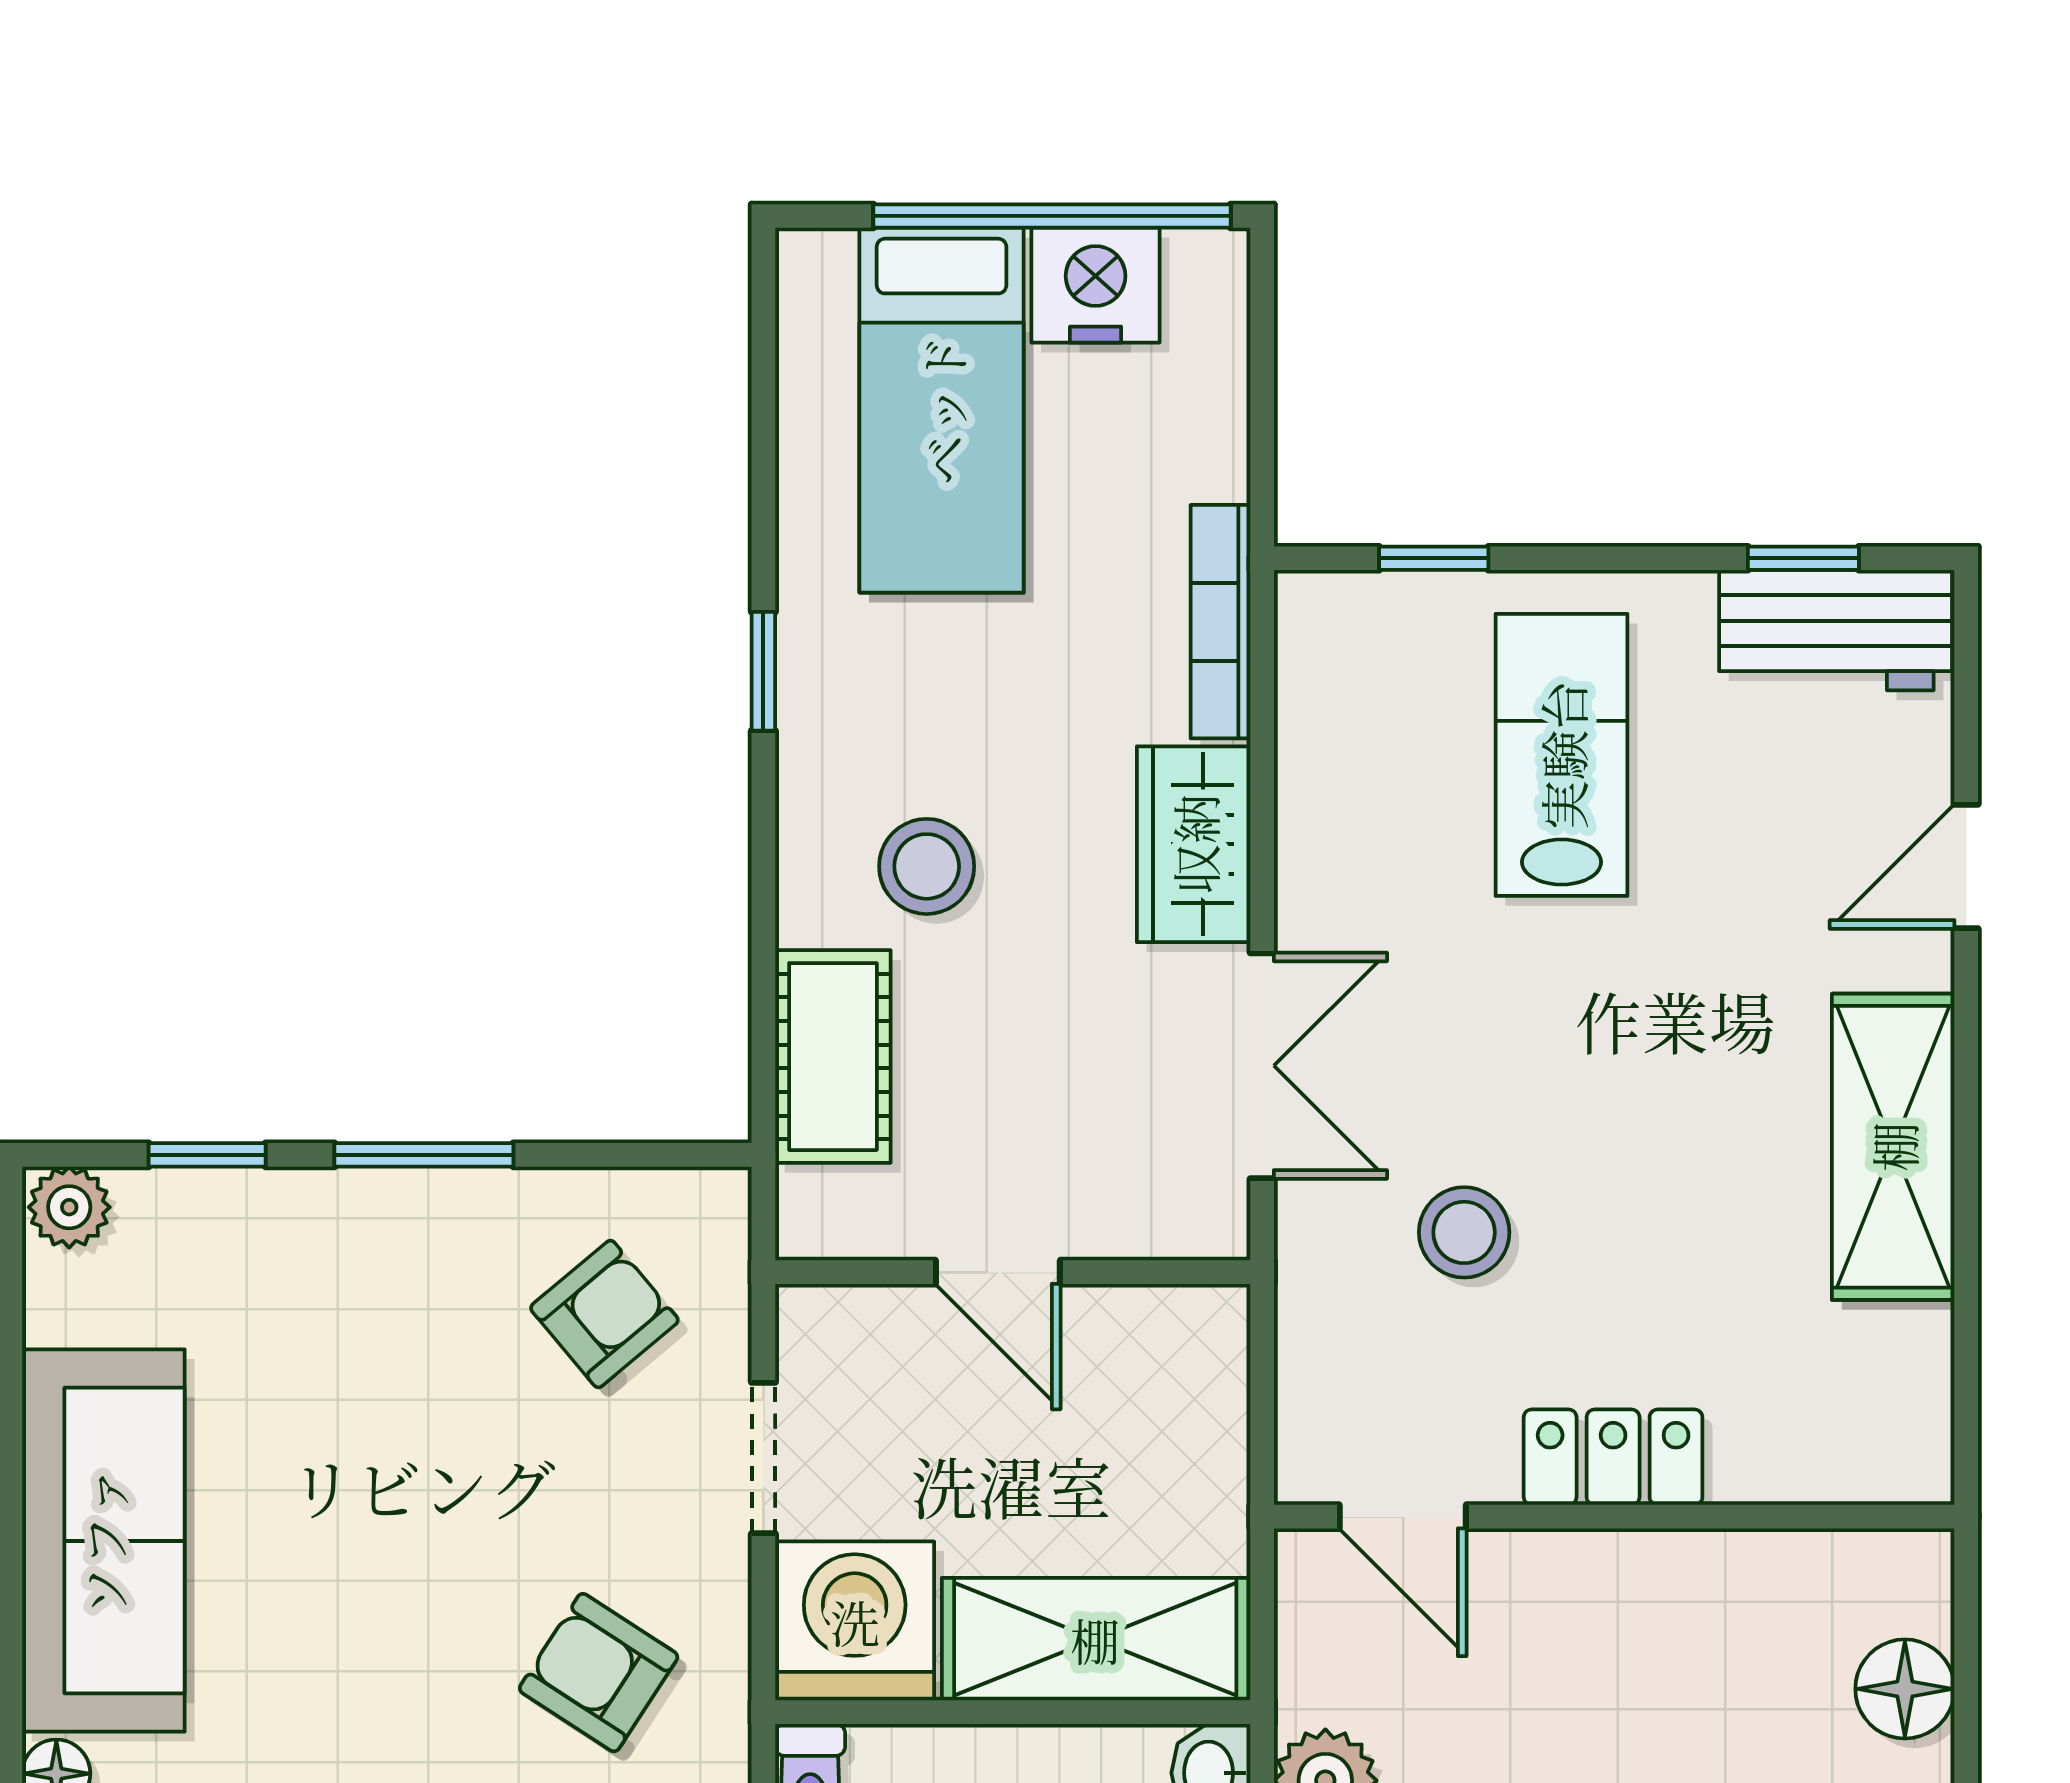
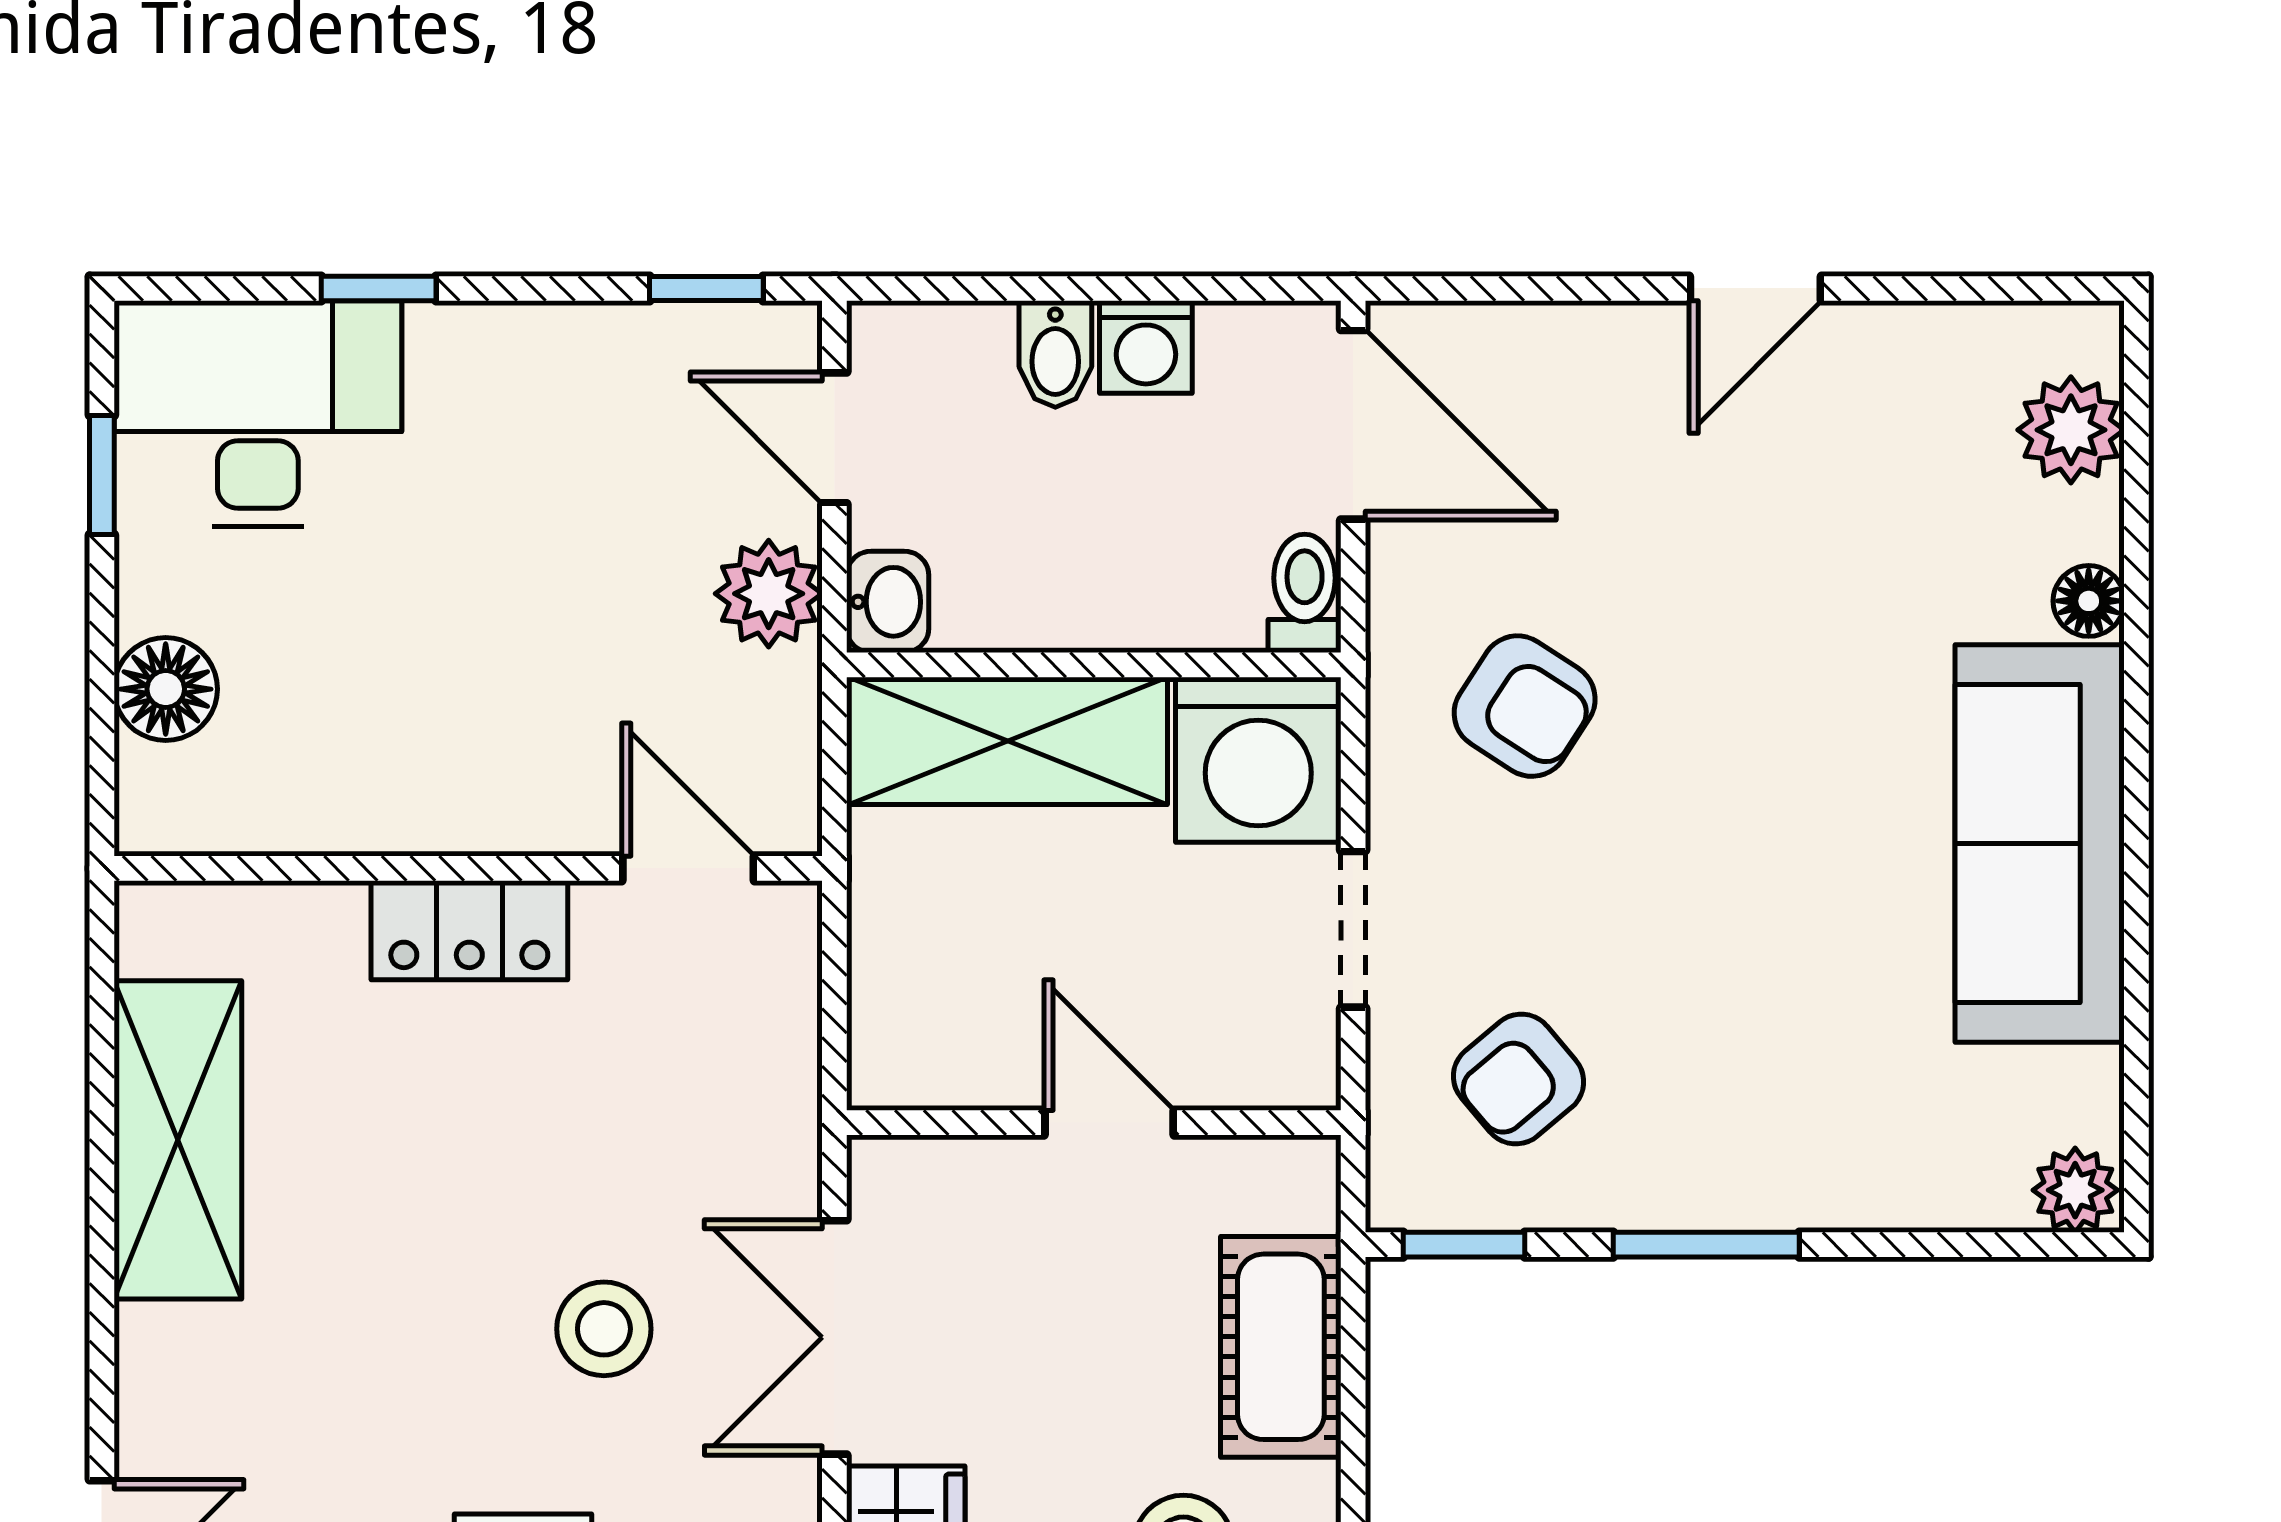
shelving: (1893, 1147) -> (178, 1140), moved
window: (207, 1155) -> (1464, 1245), moved
stool: (1464, 1232) -> (604, 1329), moved

